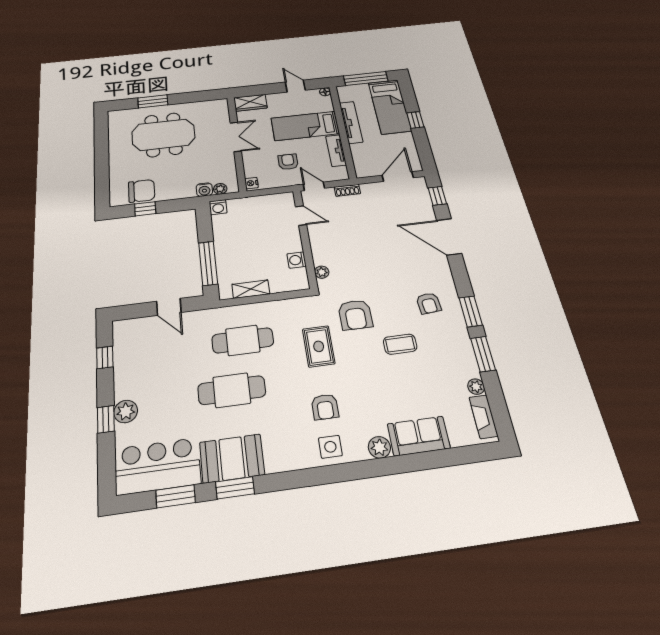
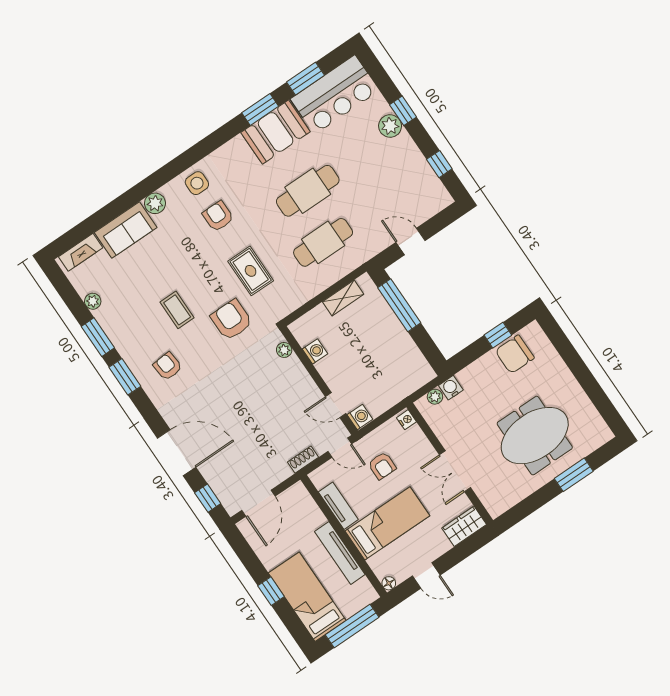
washing machine: (218, 207) -> (360, 417), moved, turned 90
coffee table: (400, 344) -> (177, 310), turned 90
fireplace: (484, 417) -> (81, 252), moved, turned 90

